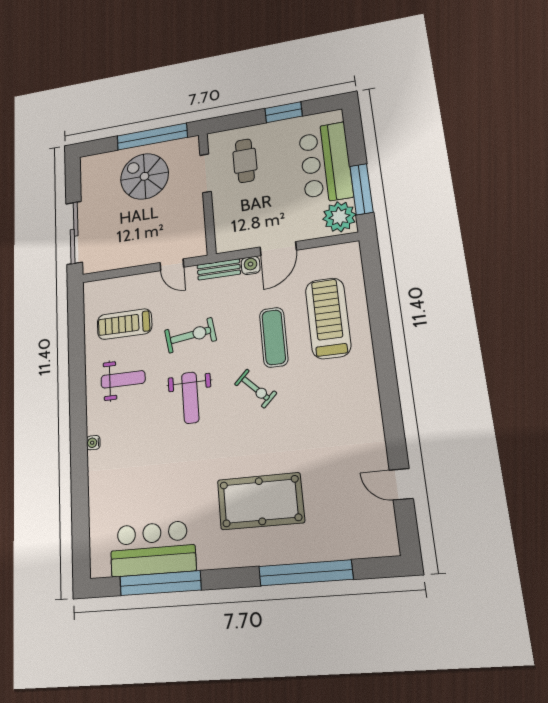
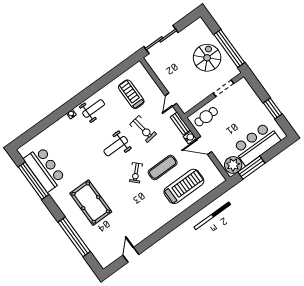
cafe table: (245, 161) -> (206, 117), moved
weight bench: (123, 379) -> (94, 109), moved, turned -90

